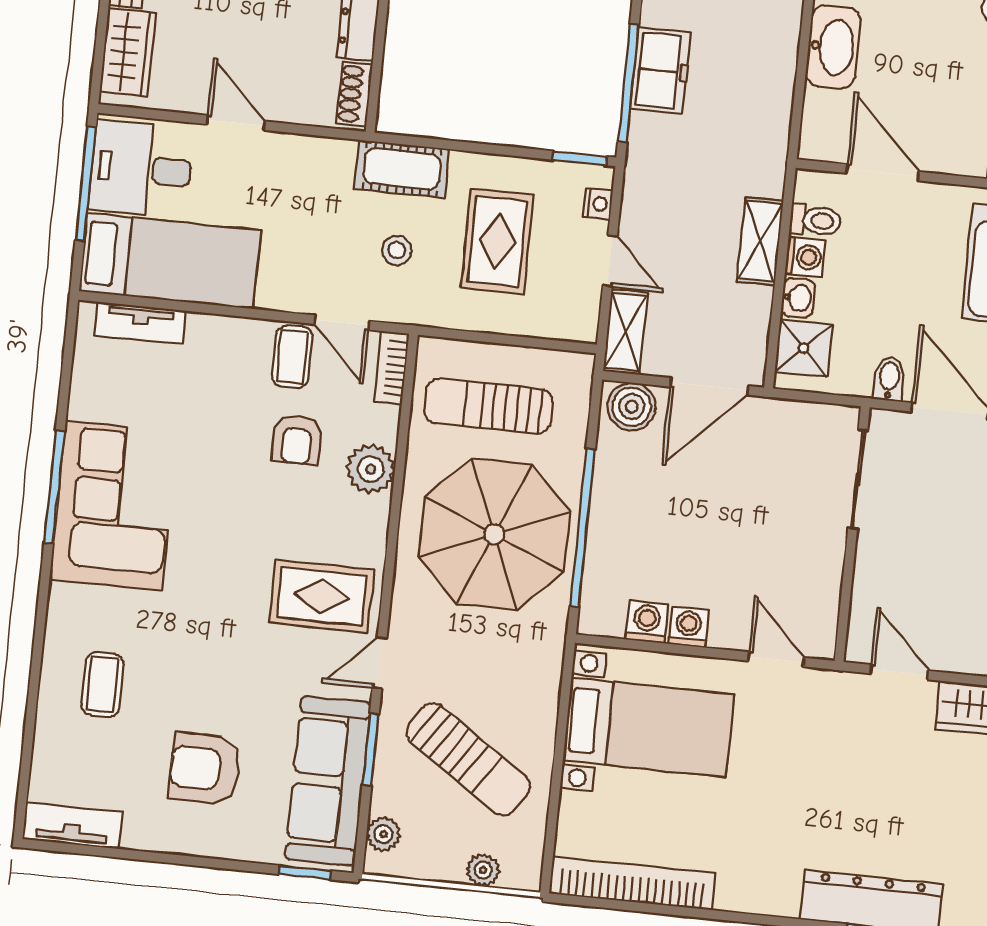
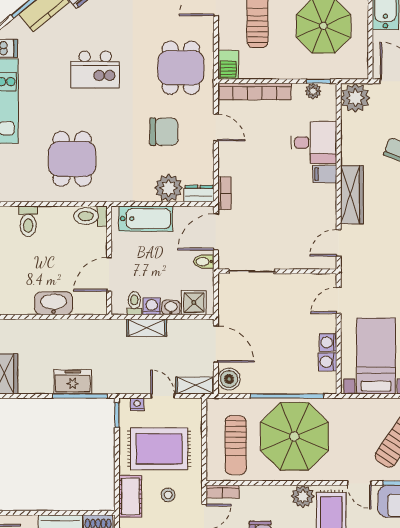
rug: (498, 241) -> (159, 449), width x1.36, depth x1.43
door: (610, 261) -> (163, 396), hinge flipped
plant: (371, 469) -> (303, 496), moved

